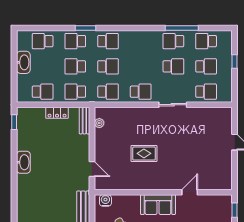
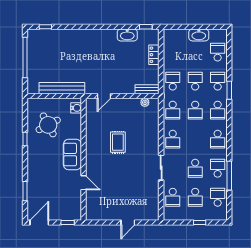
school desk: (43, 92) -> (218, 139), moved
locker: (57, 113) -> (154, 55), moved
washbasin: (23, 162) -> (127, 35), moved

